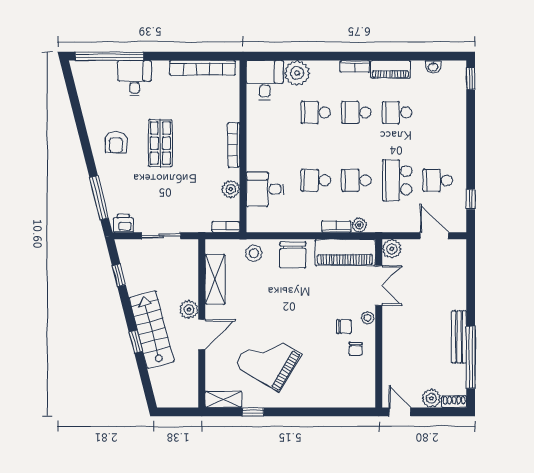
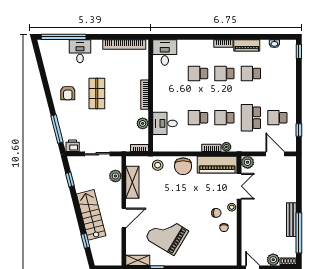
plant: (297, 73) -> (186, 48), removed
plant: (189, 310) -> (115, 176), moved
window: (136, 342) -> (85, 241), moved

